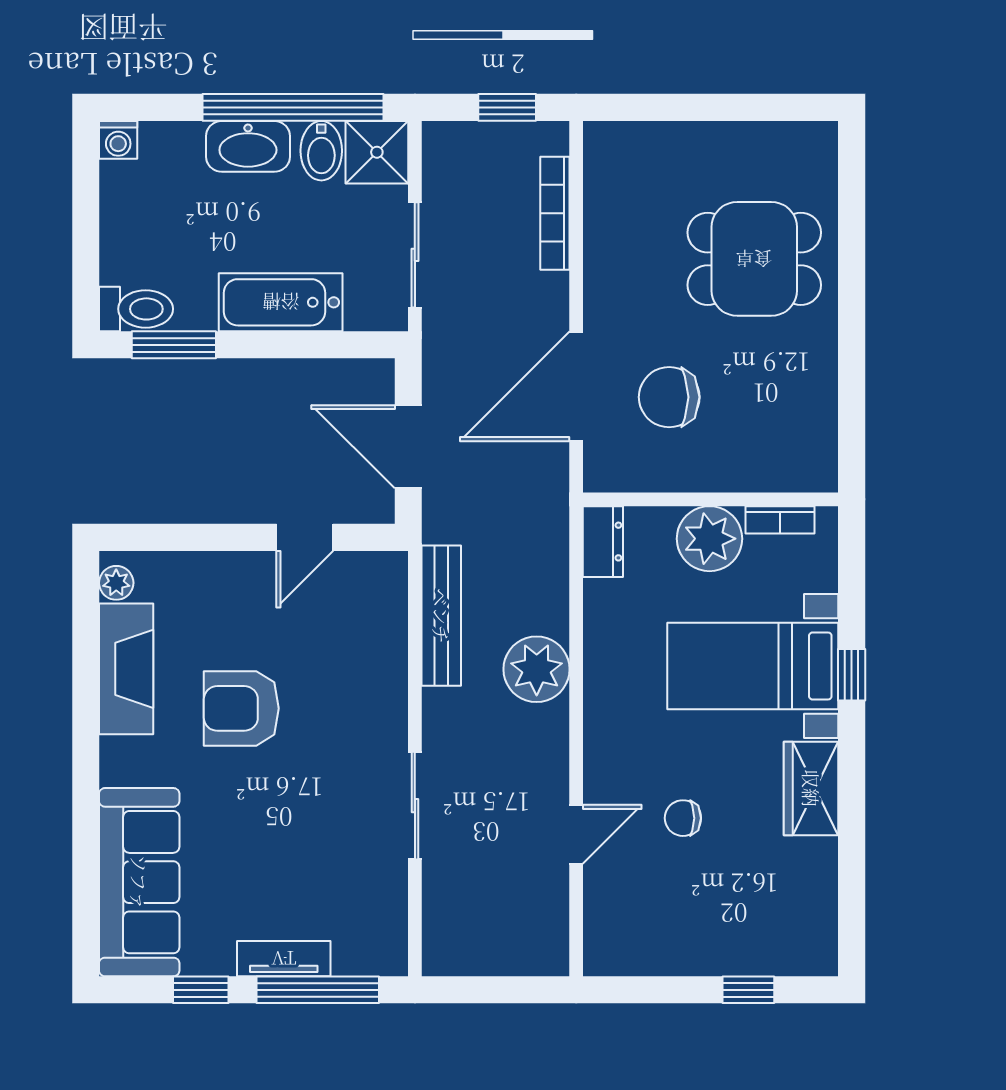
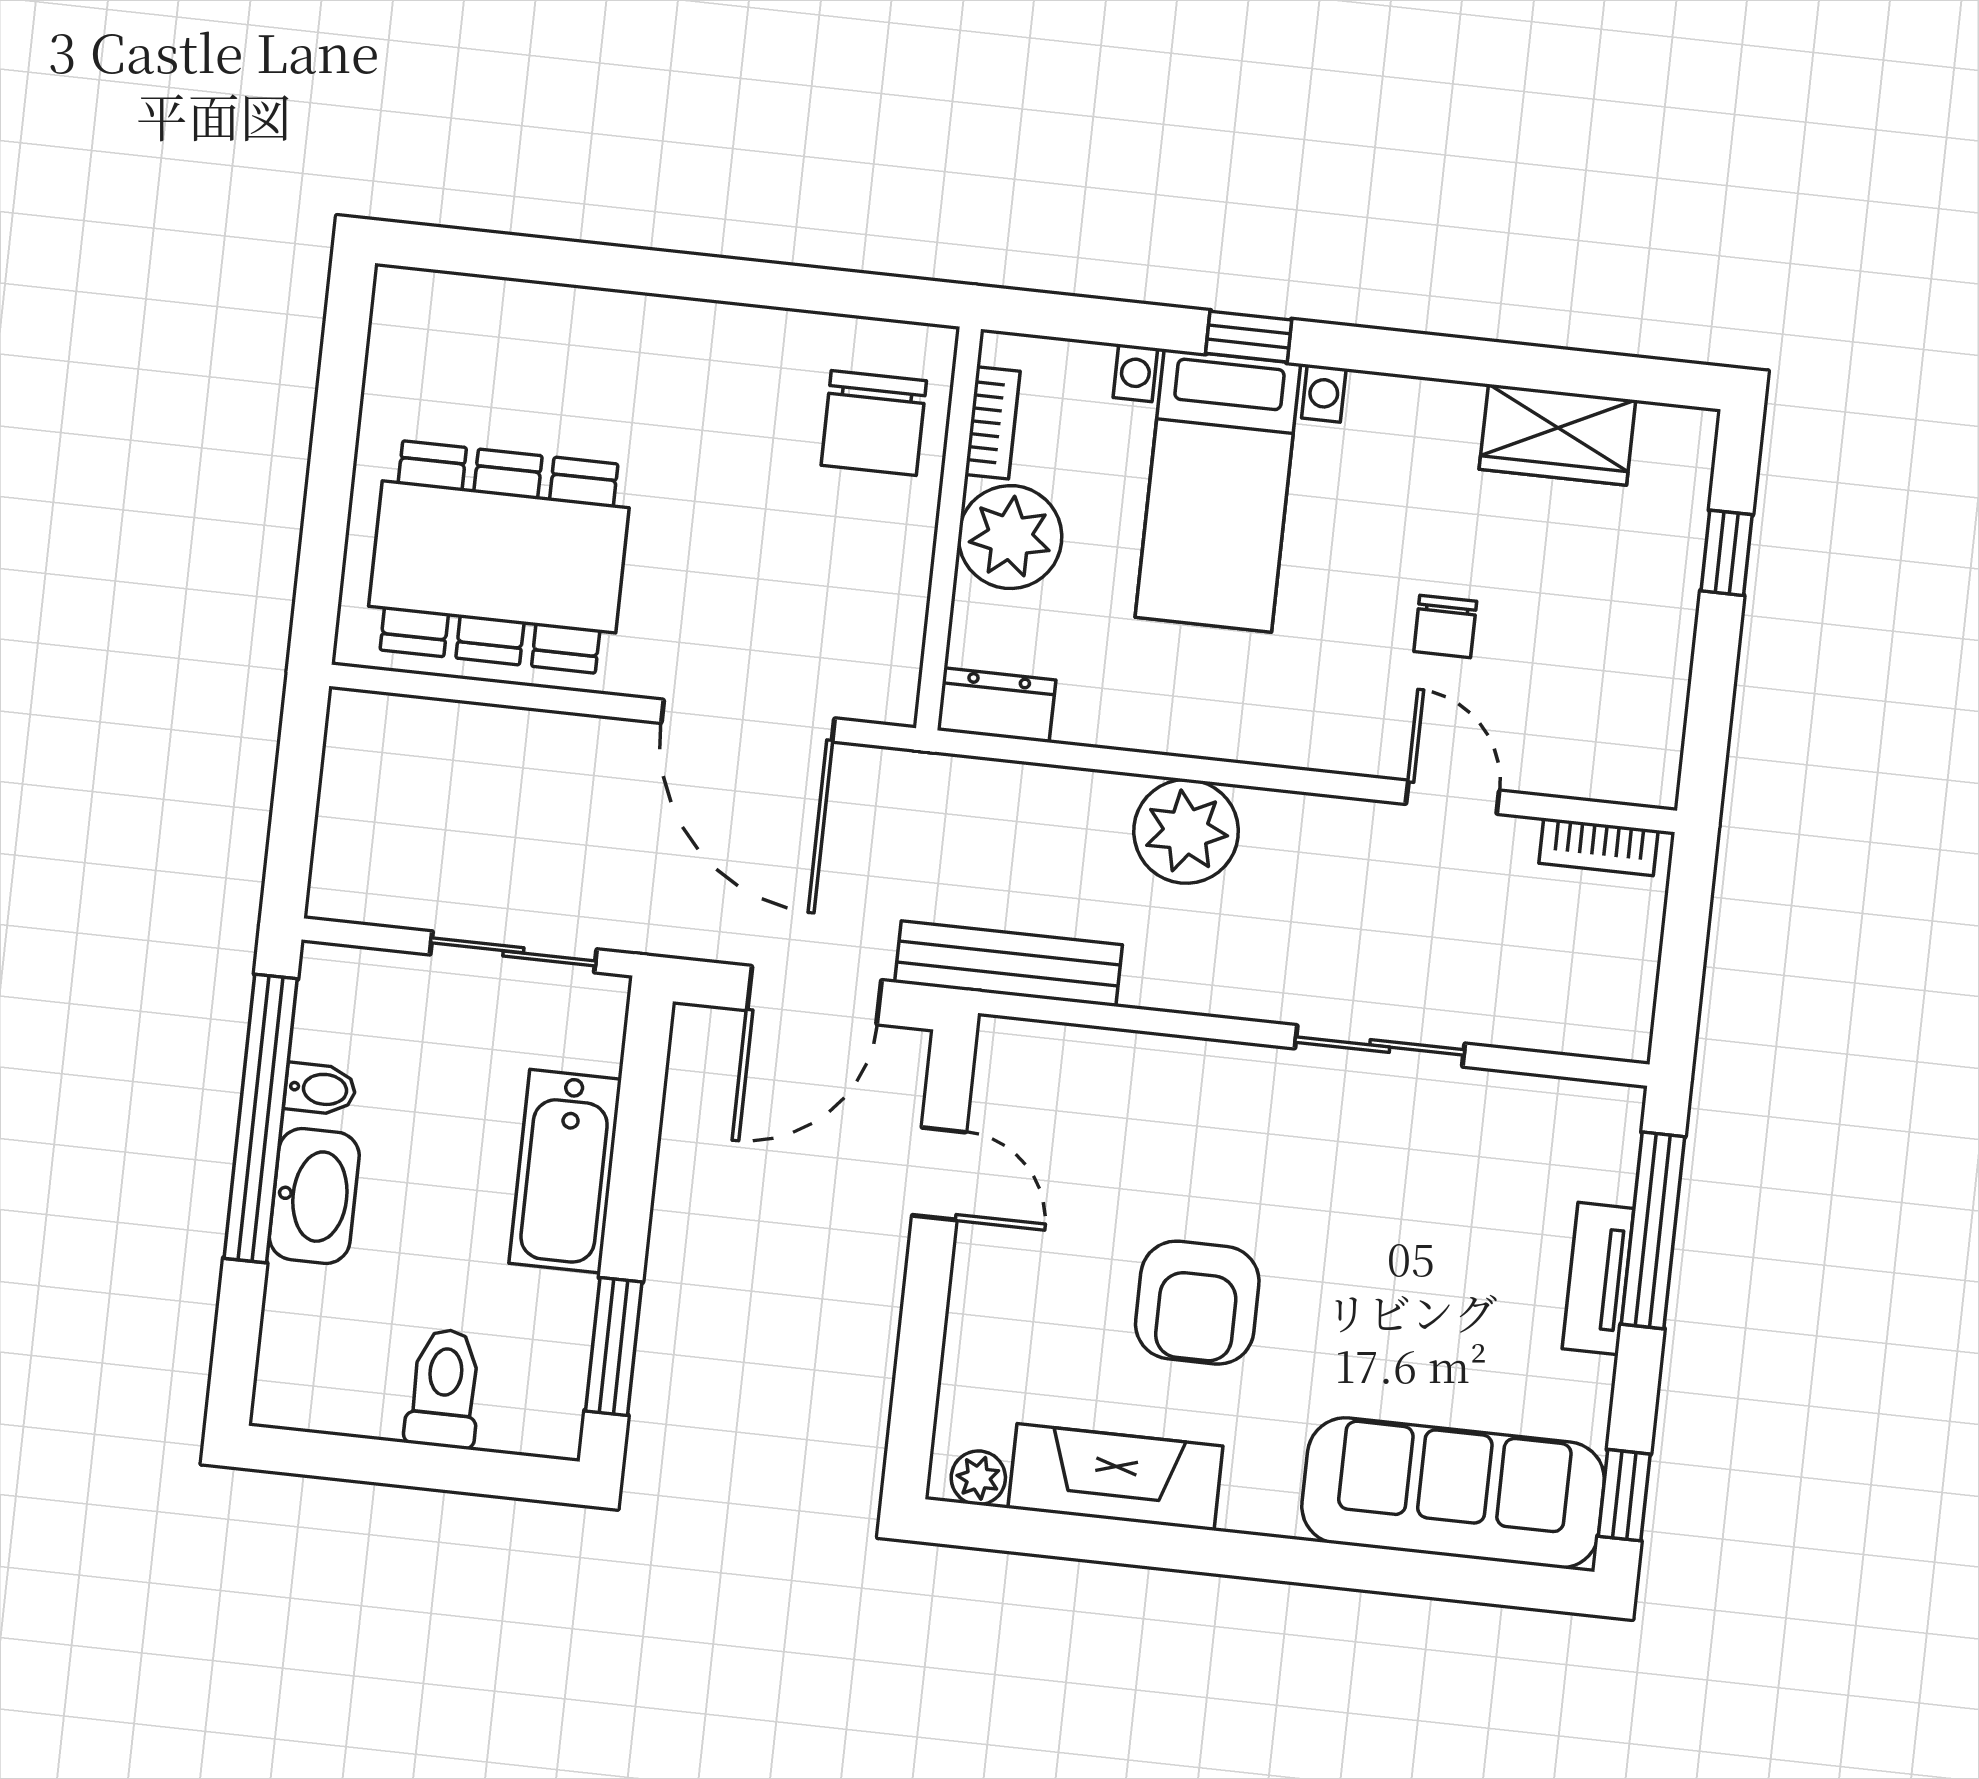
window: (507, 107) -> (297, 782), removed
washing machine: (118, 140) -> (282, 1399), removed
bidet: (321, 151) -> (320, 1089), width x0.72, depth x0.74
shower: (377, 152) -> (345, 994), removed
bookcase: (555, 213) -> (1598, 847), moved, width x0.64
dining table: (754, 259) -> (499, 557), moved, width x1.38
toilet: (136, 309) -> (444, 1388), moved
chair: (669, 397) -> (874, 423), moved
bench: (441, 616) -> (1008, 964), moved
wardrobe: (811, 788) -> (1557, 435), moved
window: (201, 990) -> (1624, 1495), moved

